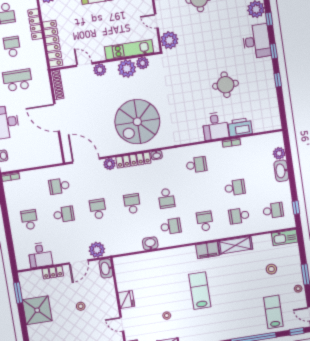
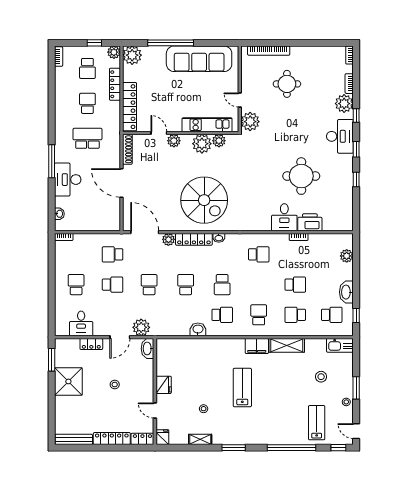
round table: (225, 85) -> (301, 176), width x1.36, depth x1.36
spiral stairs: (137, 122) -> (204, 200), turned -90
washbasin: (281, 171) -> (346, 292), moved

